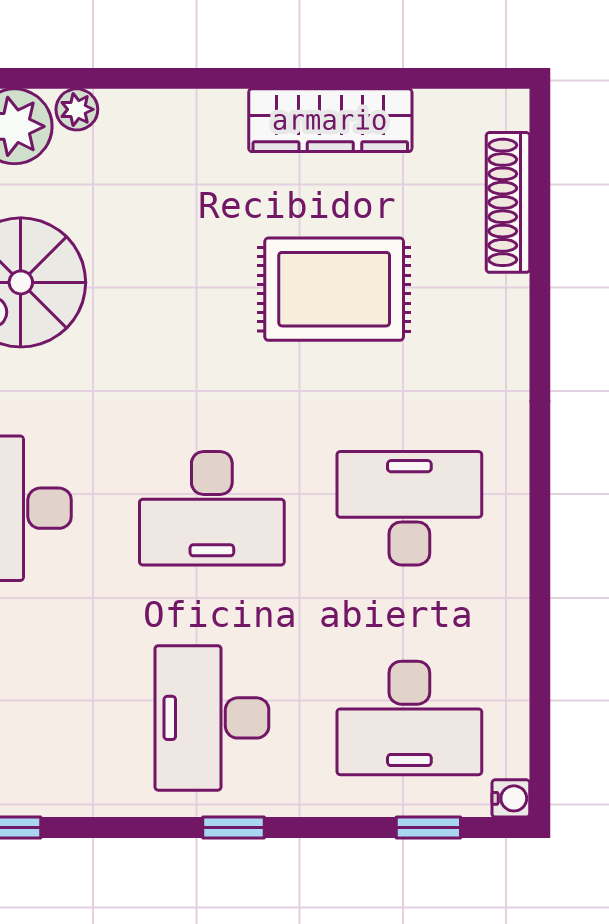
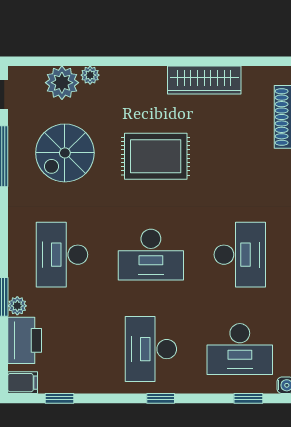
rug: (334, 289) -> (156, 156), moved
desk: (409, 508) -> (240, 255), turned 90

